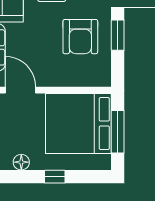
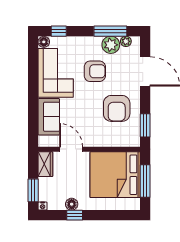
window: (118, 35) -> (145, 125), moved
window: (55, 177) -> (75, 215), moved

